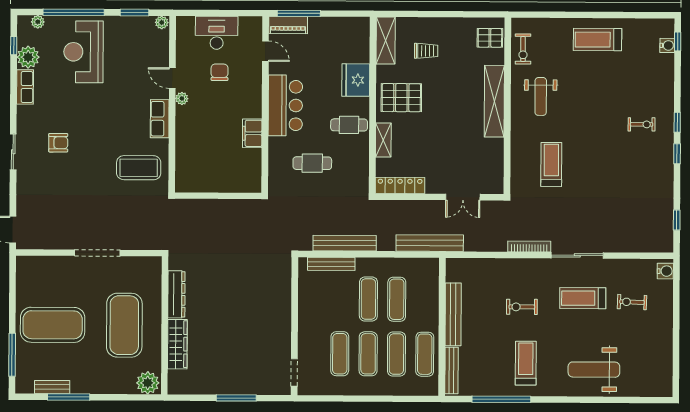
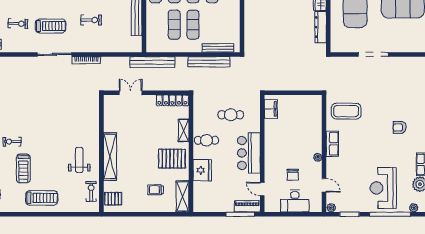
reception desk: (83, 52) -> (383, 188), turned 180
door: (172, 78) -> (324, 185), moved
filing cabinet: (252, 133) -> (271, 109), moved
treadmill: (551, 164) -> (23, 168), moved

